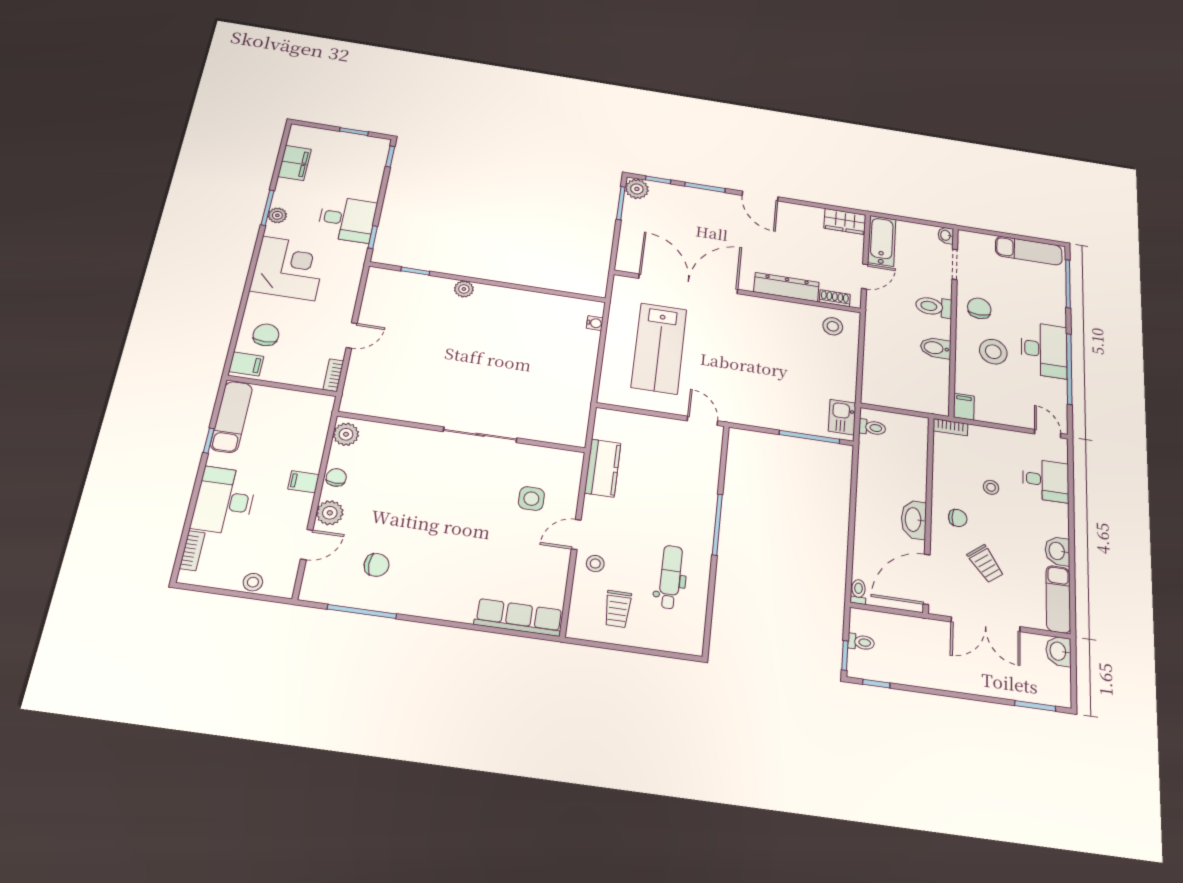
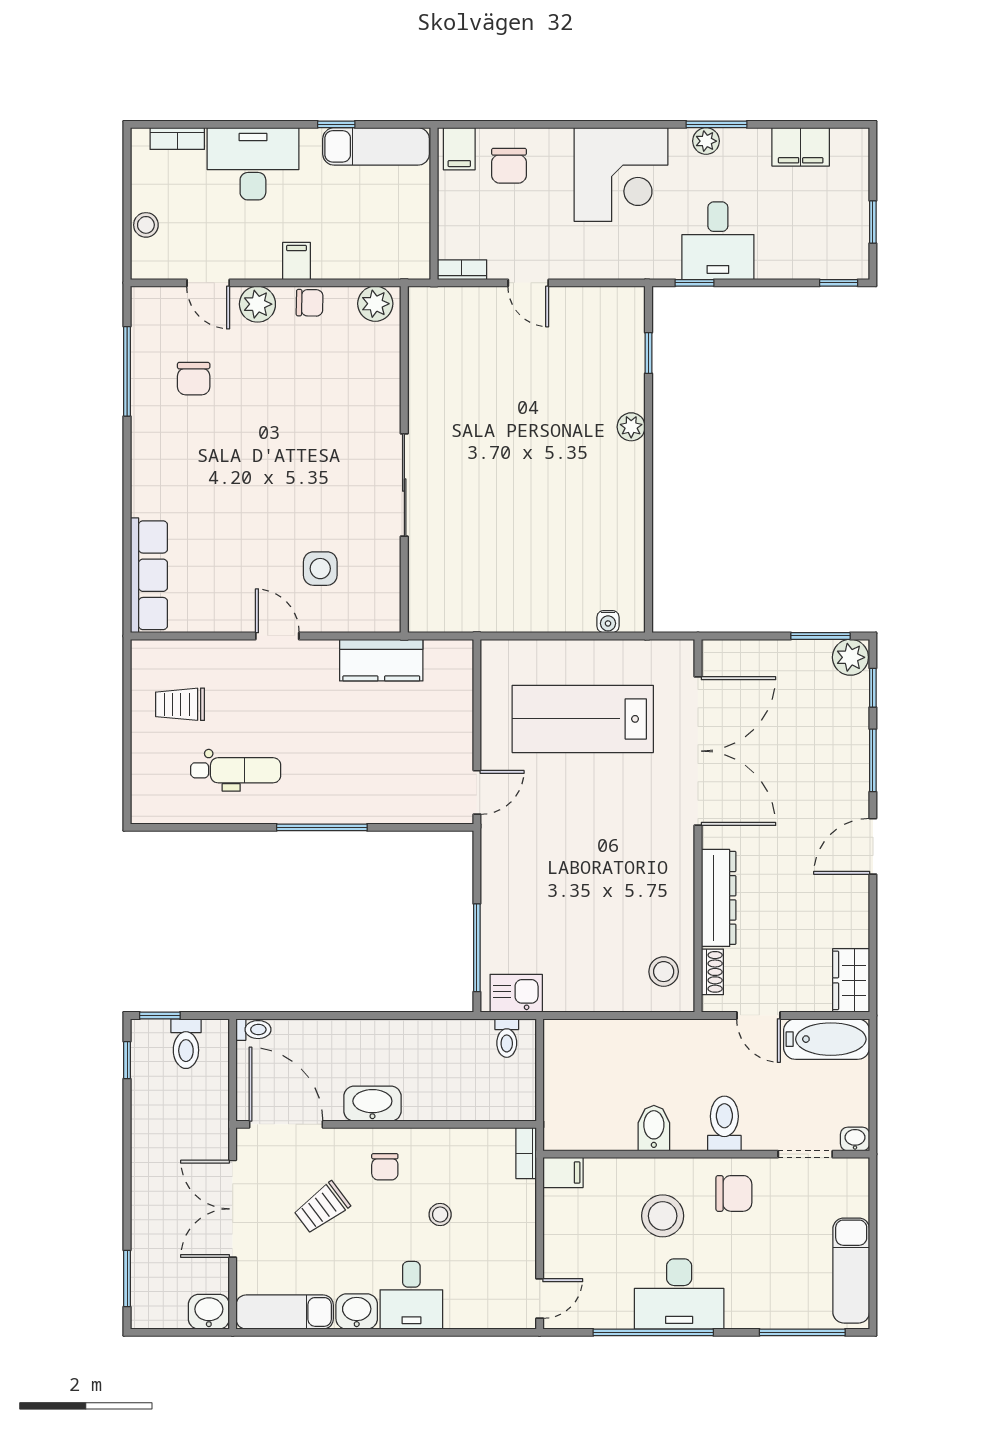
chair: (266, 335) -> (509, 166), turned 90
desk: (1046, 480) -> (411, 1295), moved
stool: (595, 564) -> (240, 667), removed
toilet: (861, 642) -> (186, 1044), width x1.37, depth x1.39

